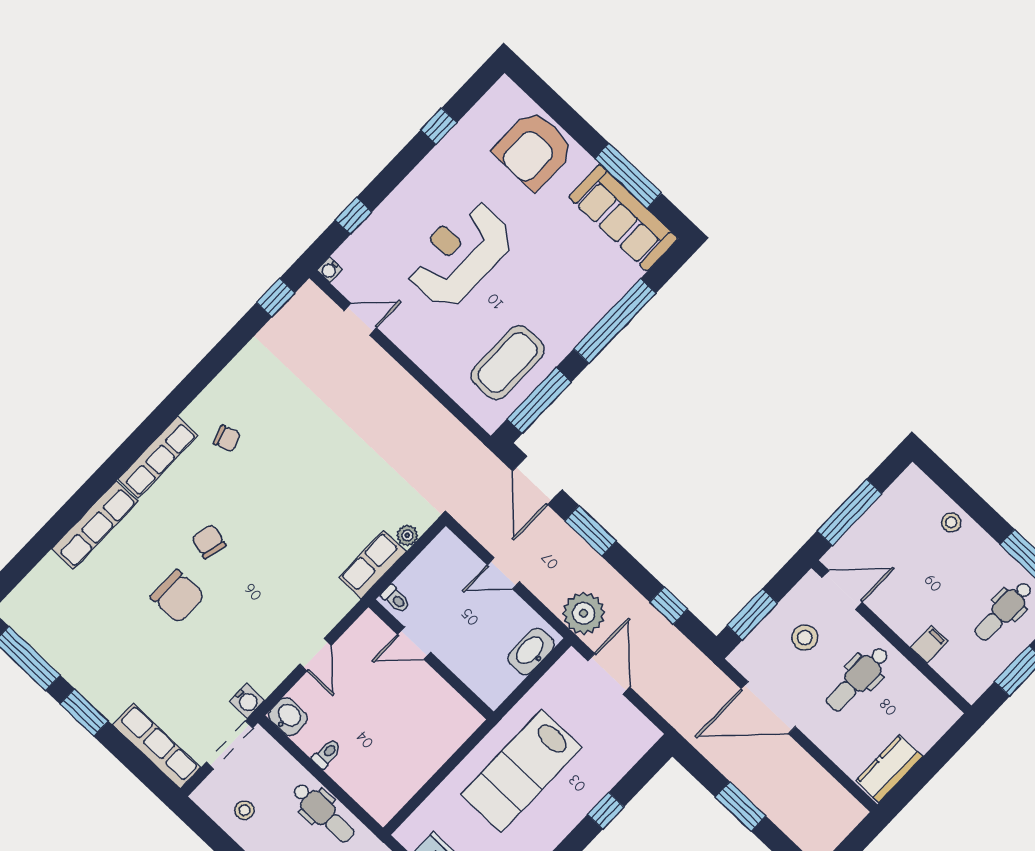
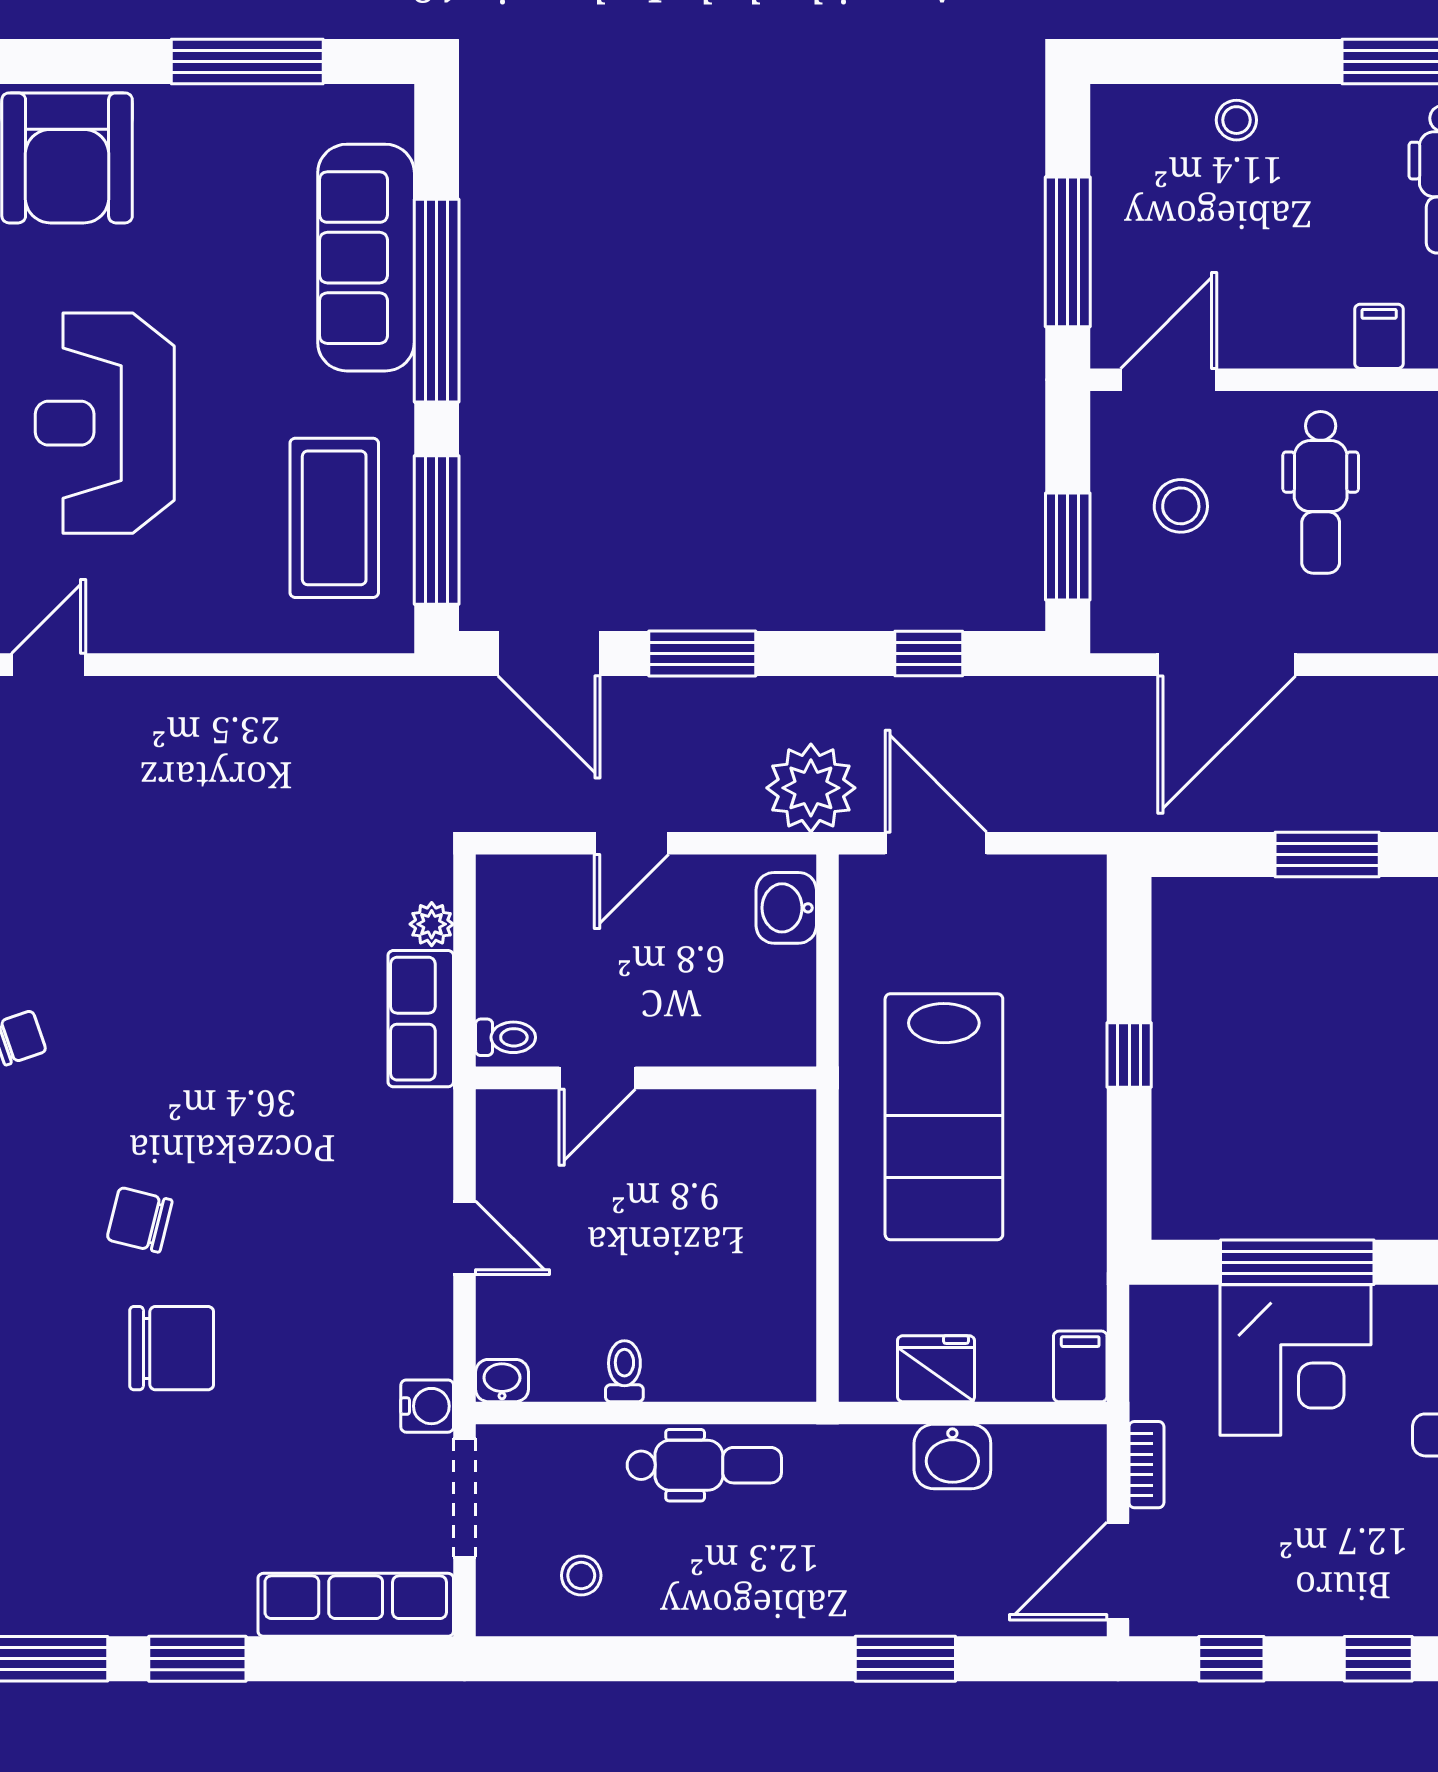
sofa: (623, 218) -> (366, 258), moved, turned 90
washbasin: (531, 651) -> (786, 908), width x0.72
washbasin: (288, 717) -> (502, 1381), width x0.72, depth x0.69

